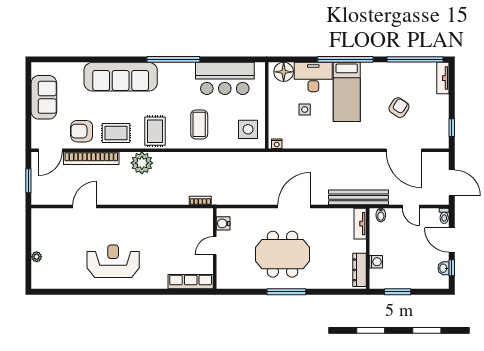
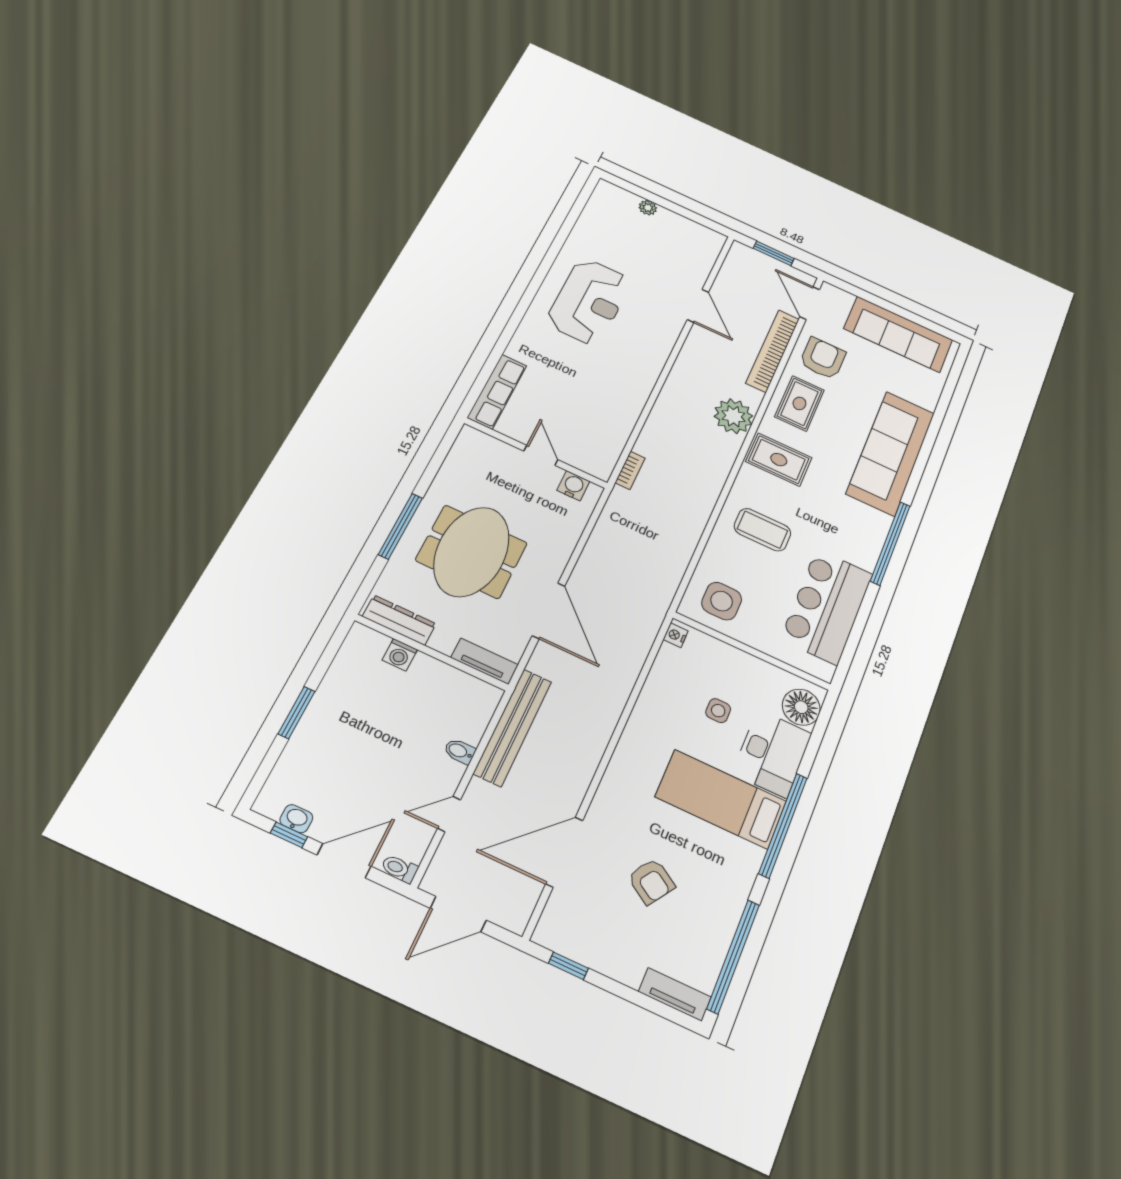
sofa: (44, 97) -> (898, 334), width x1.36
tv unit: (360, 224) -> (485, 661), moved
wall: (368, 249) -> (432, 653), moved
washing machine: (376, 262) -> (400, 655), moved
dresser: (360, 270) -> (399, 620), moved

